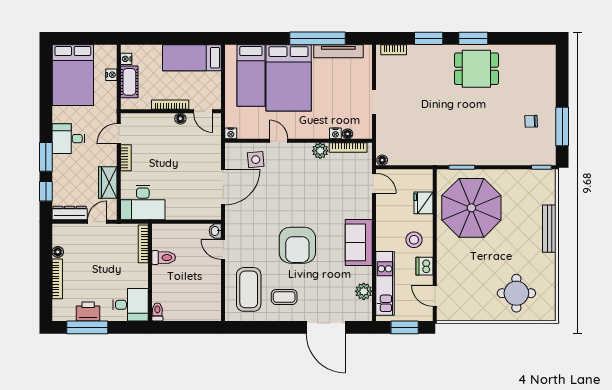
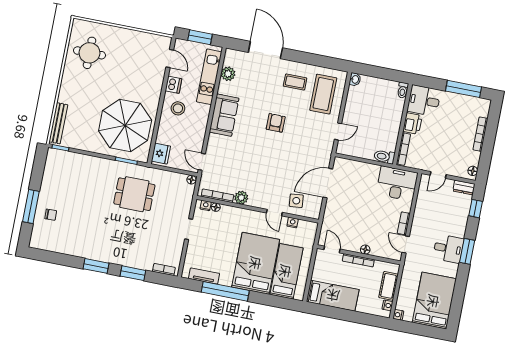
tv unit: (338, 51) -> (204, 276), width x0.71
dining table: (476, 69) -> (134, 194), moved
nightstand: (111, 75) -> (398, 315), moved
floor lamp: (180, 119) -> (365, 250), moved
chair: (531, 121) -> (51, 215), moved
window: (562, 127) -> (31, 207), moved
nightstand: (231, 133) -> (293, 223), moved
nightstand: (335, 133) -> (206, 205), moved
door: (119, 134) -> (406, 245), swing flipped
window: (46, 157) -> (467, 251), moved
wardrobe: (108, 182) -> (423, 206), removed
fridge: (423, 203) -> (161, 154), moved
dresser: (70, 213) -> (464, 188), width x0.70
bench: (549, 229) -> (58, 123), moved
washbasin: (215, 231) -> (355, 79), moved
armchair: (297, 245) -> (276, 123), width x0.53, depth x0.53
door: (223, 249) -> (338, 131), hinge flipped
floor lamp: (58, 252) -> (473, 171), moved
toilet: (164, 258) -> (384, 157), moved
round table: (516, 293) -> (89, 53), moved
printer: (88, 312) -> (412, 123), moved, turned -90

